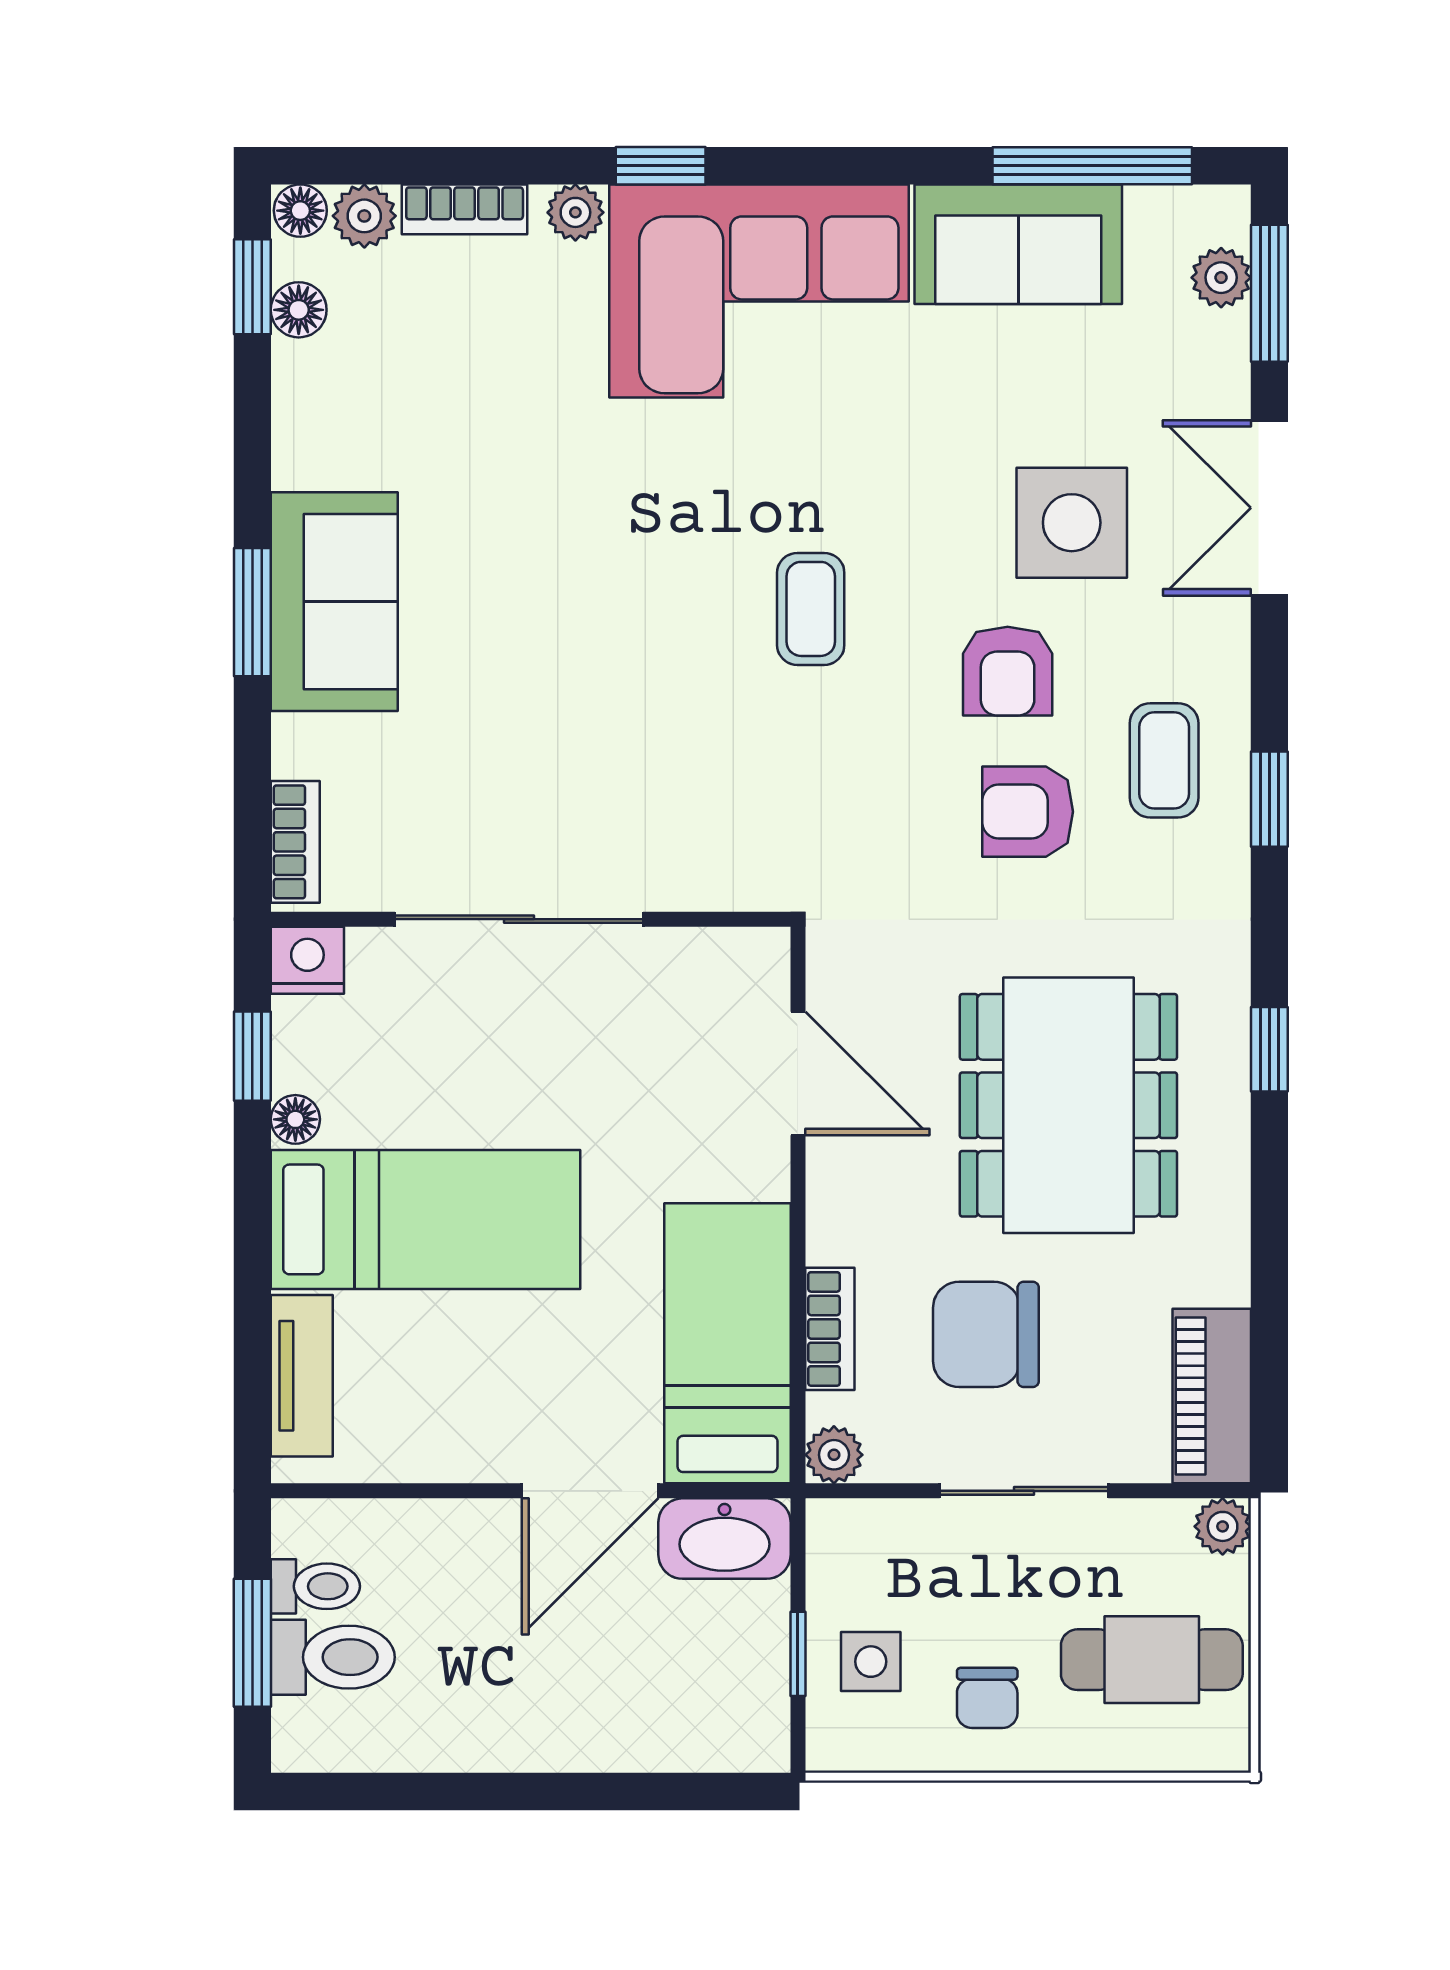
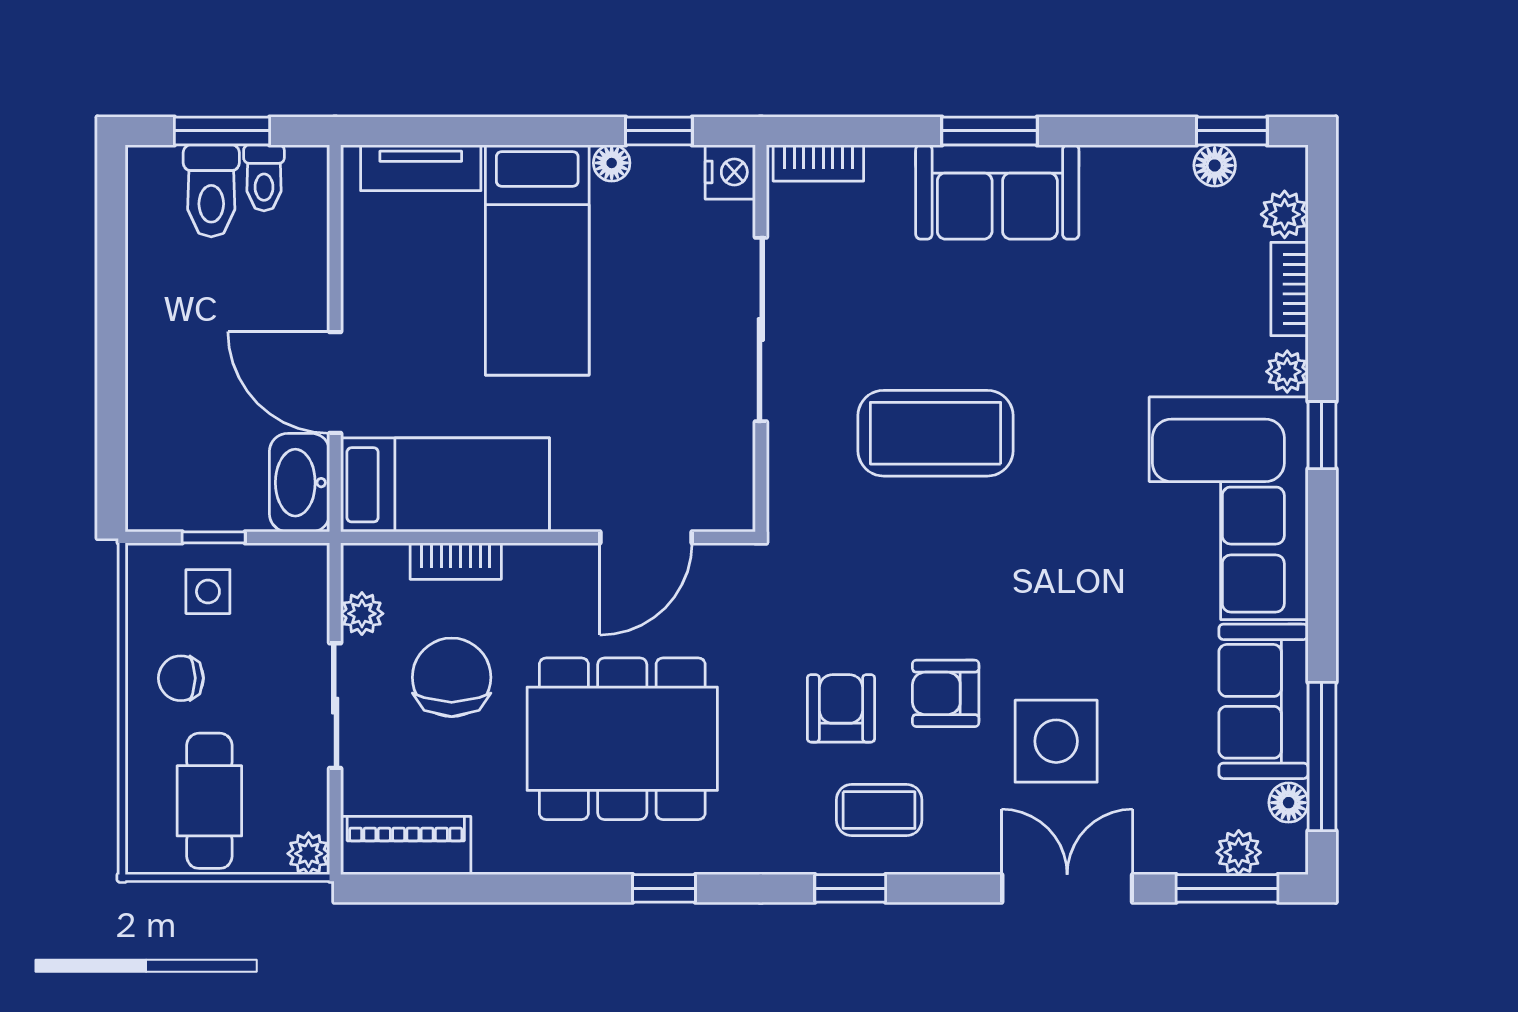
floor lamp: (300, 211) -> (1289, 803), moved
coffee table: (811, 609) -> (935, 433), moved, width x1.86, depth x1.72
plant: (834, 1455) -> (362, 614), moved

